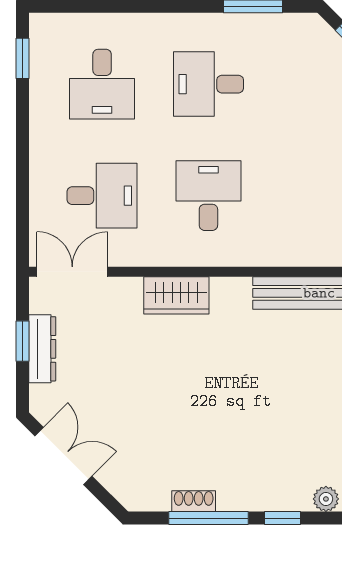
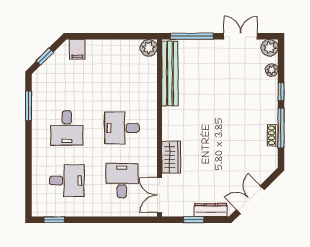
wardrobe: (176, 295) -> (171, 157), moved
dresser: (42, 349) -> (211, 210), moved

